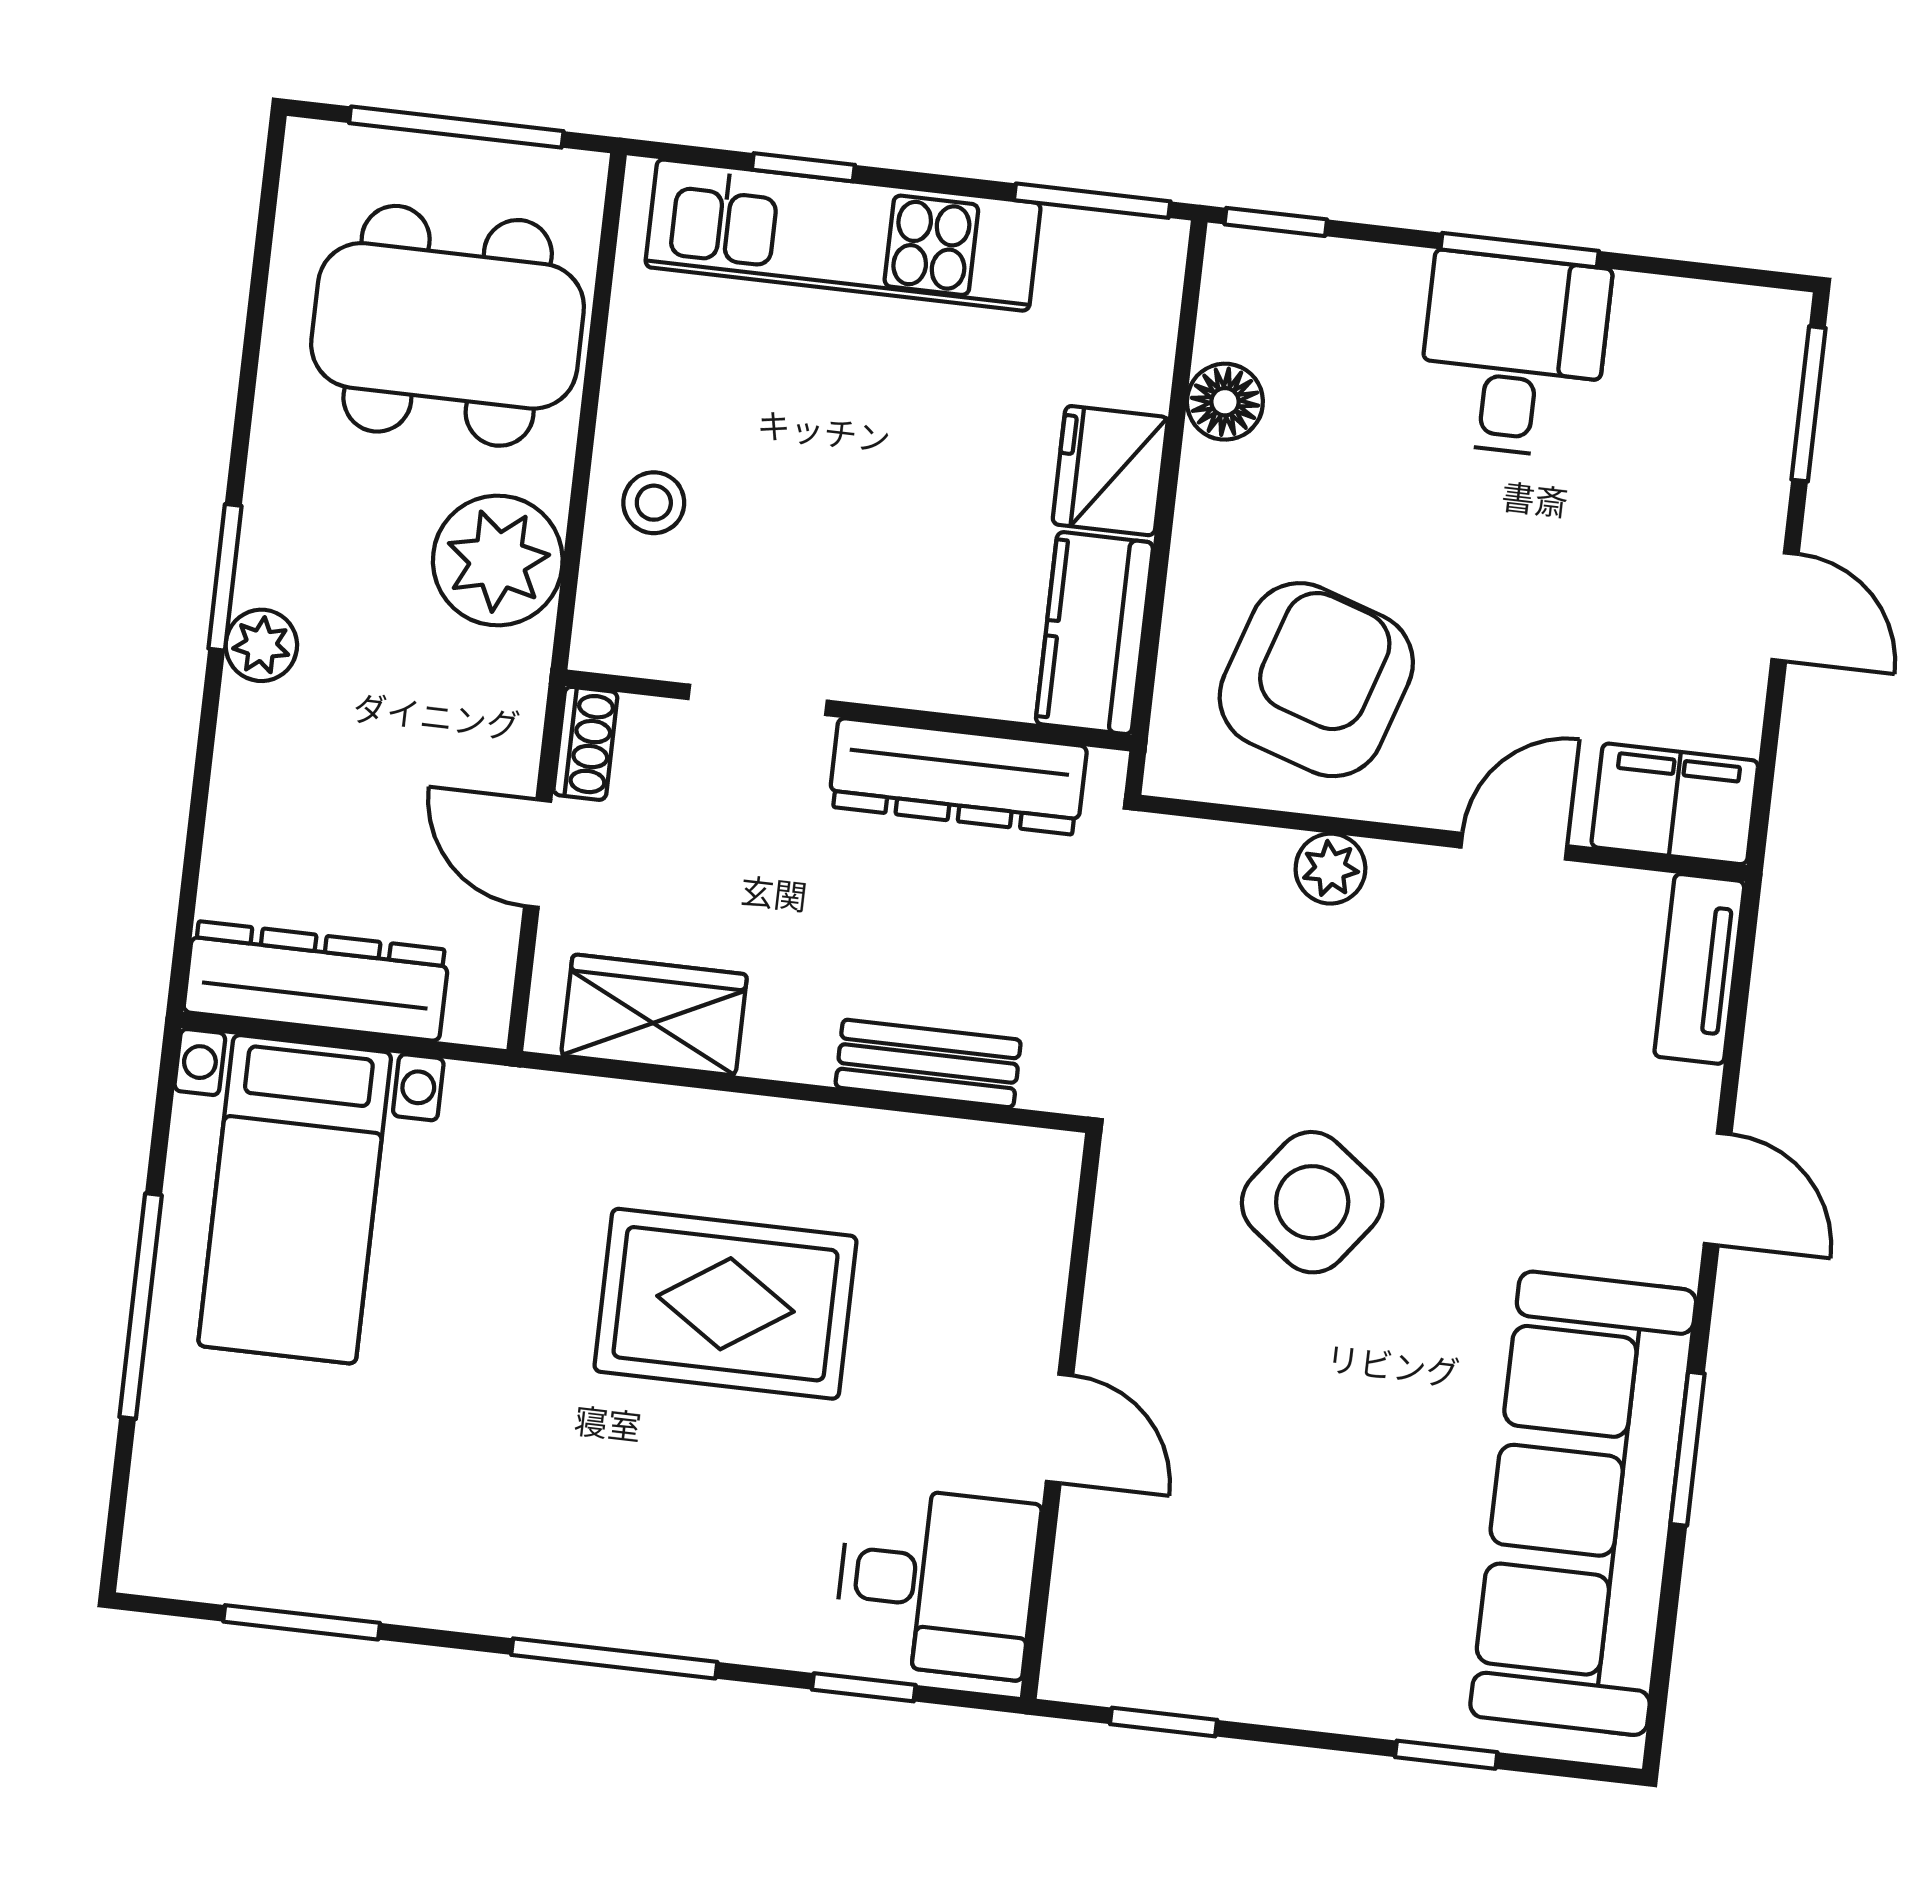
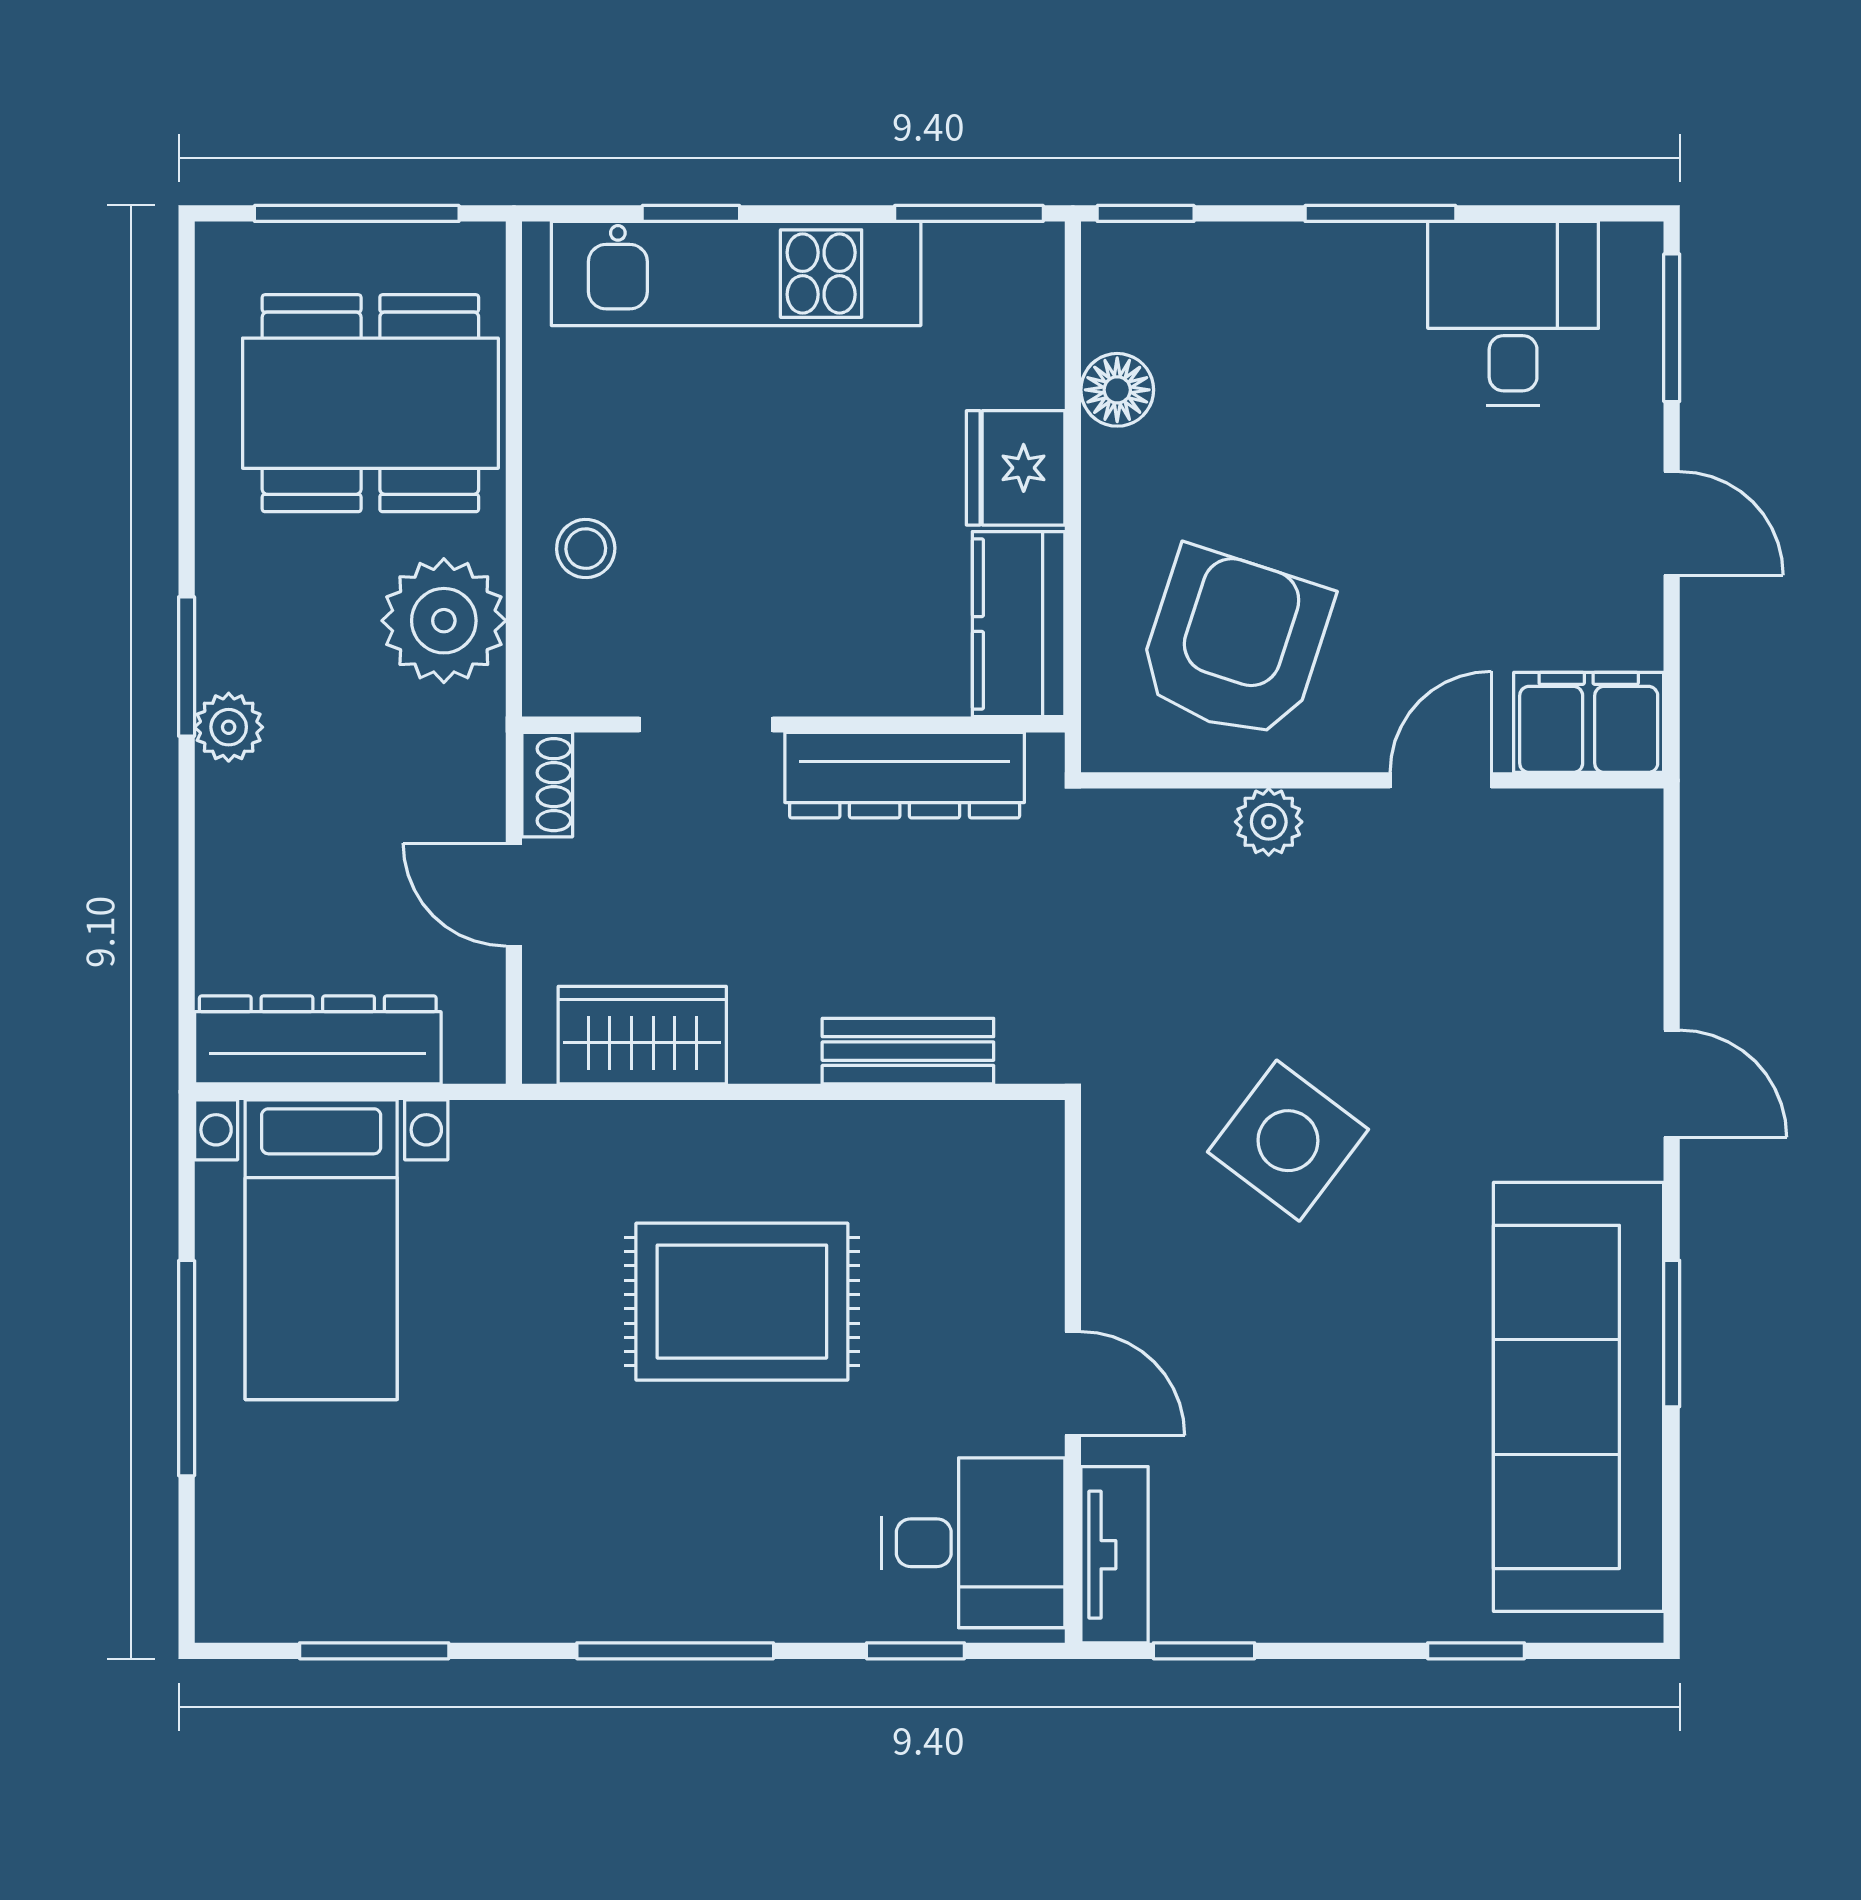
desk: (1513, 355) -> (1513, 314), moved
tv unit: (1699, 969) -> (1114, 1555), moved, turned 180

